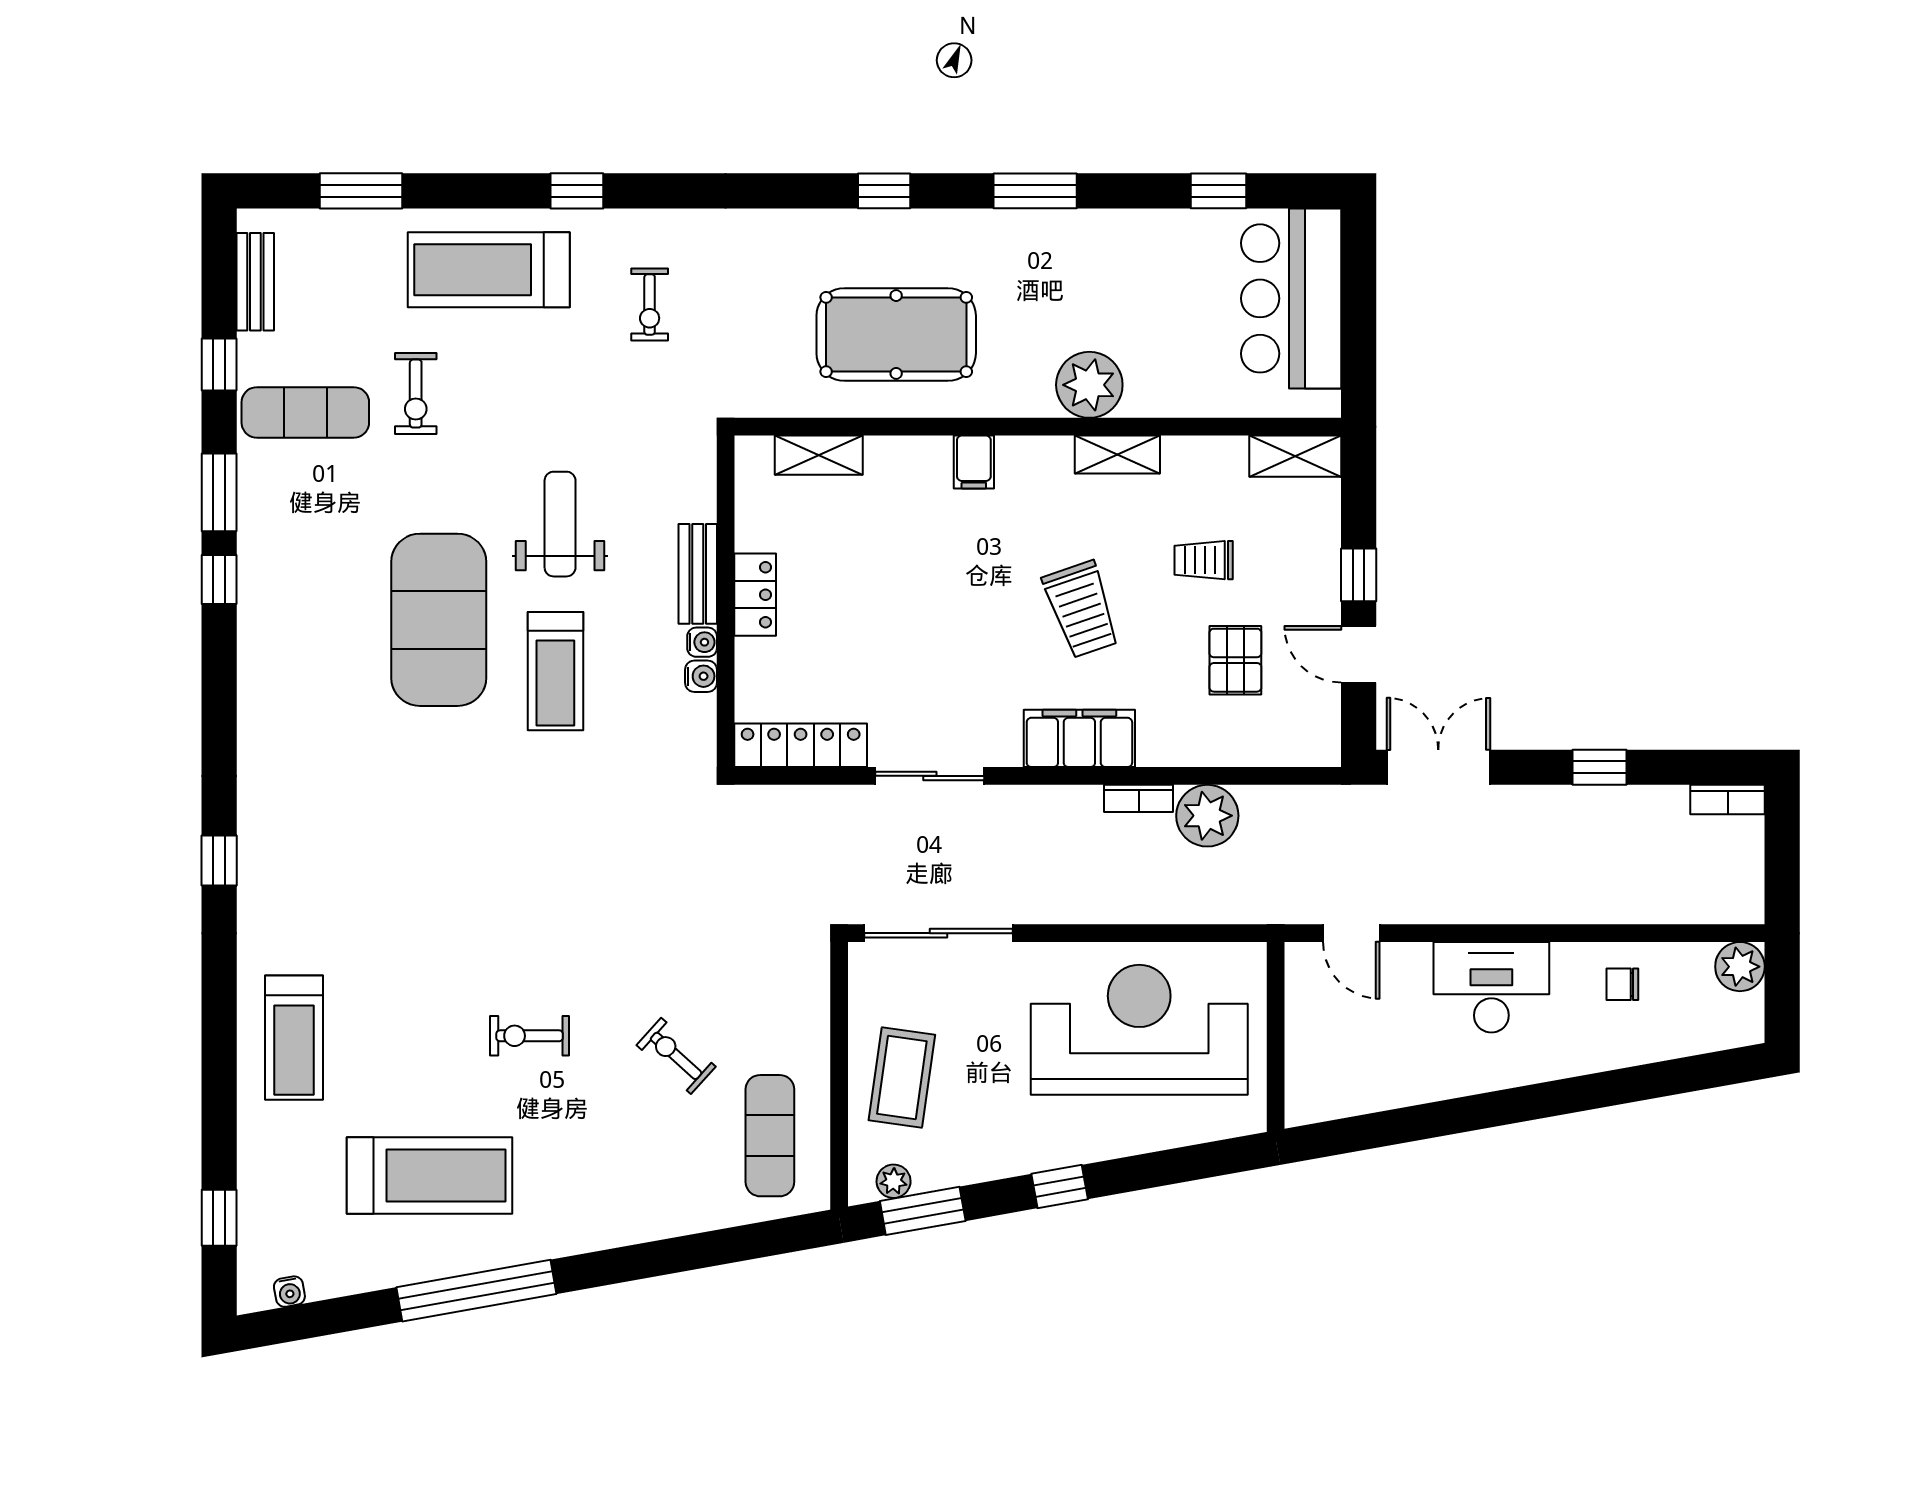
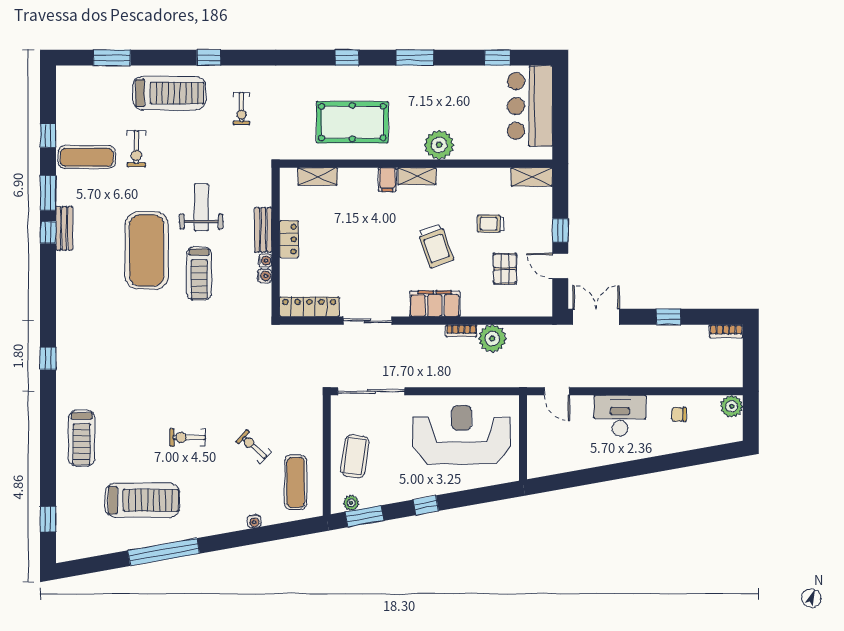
treadmill: (489, 270) -> (169, 93), turned 180
bench: (255, 282) -> (64, 228), moved
shelving: (1117, 455) -> (417, 176), moved
water cooler: (289, 1292) -> (254, 521), moved

